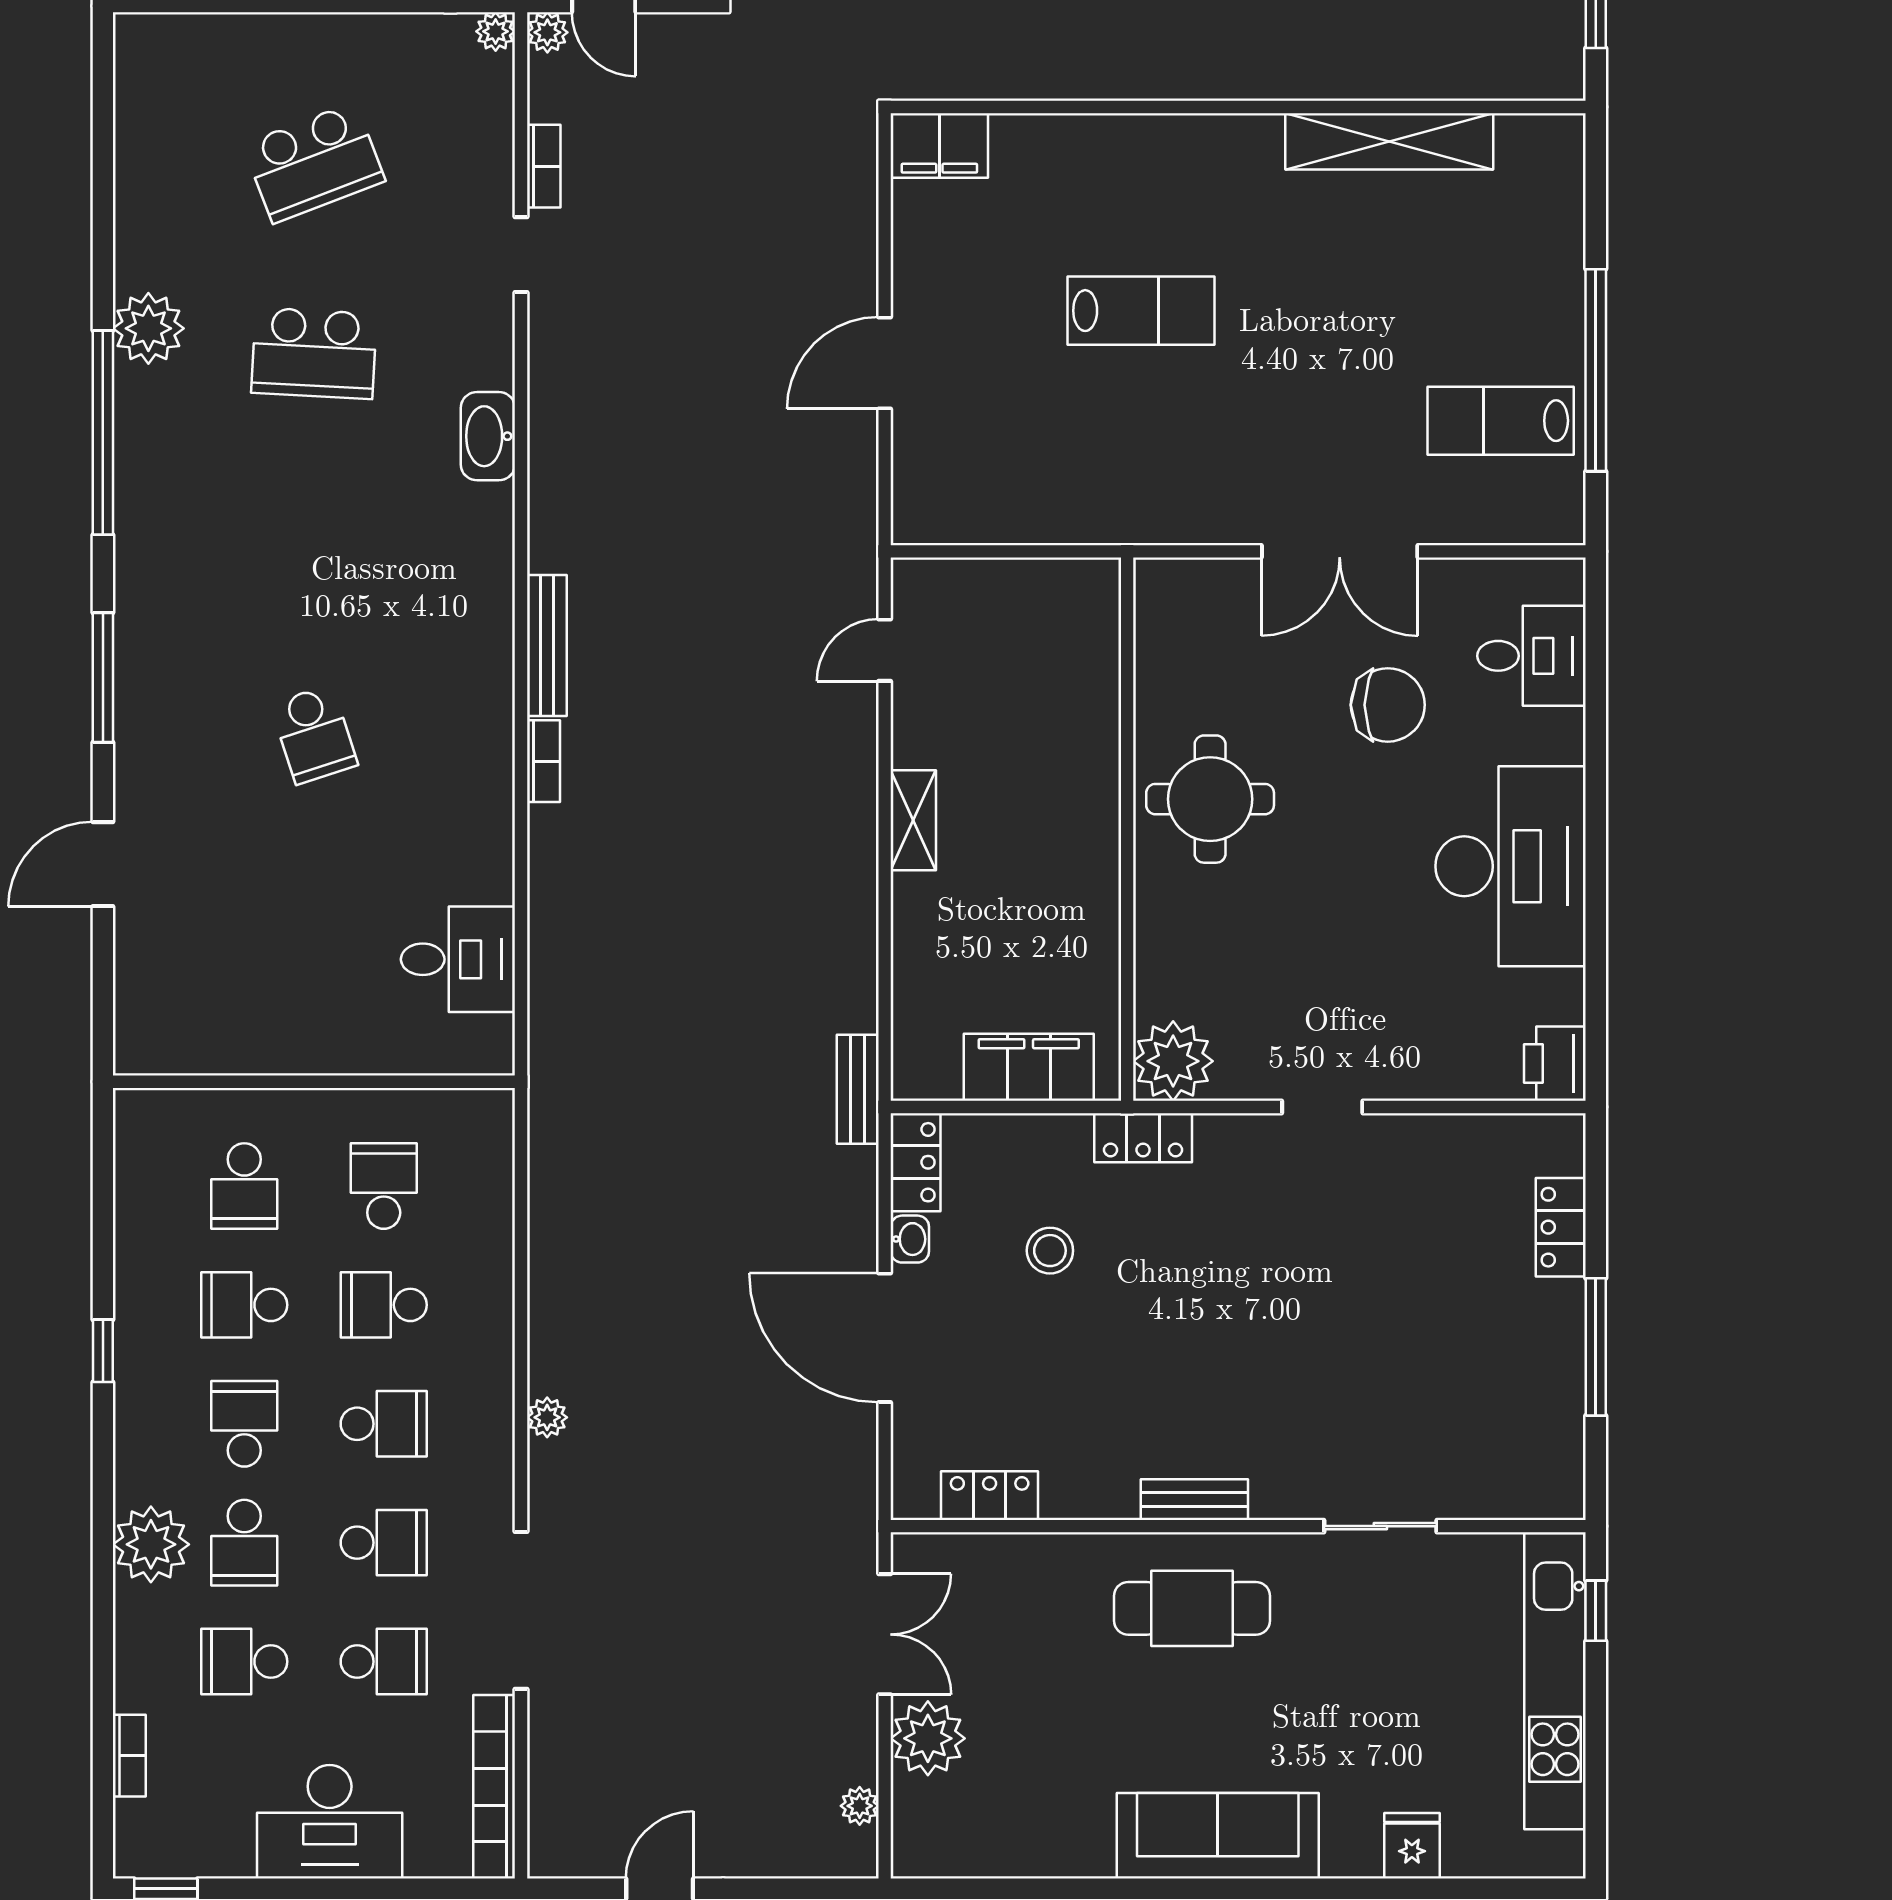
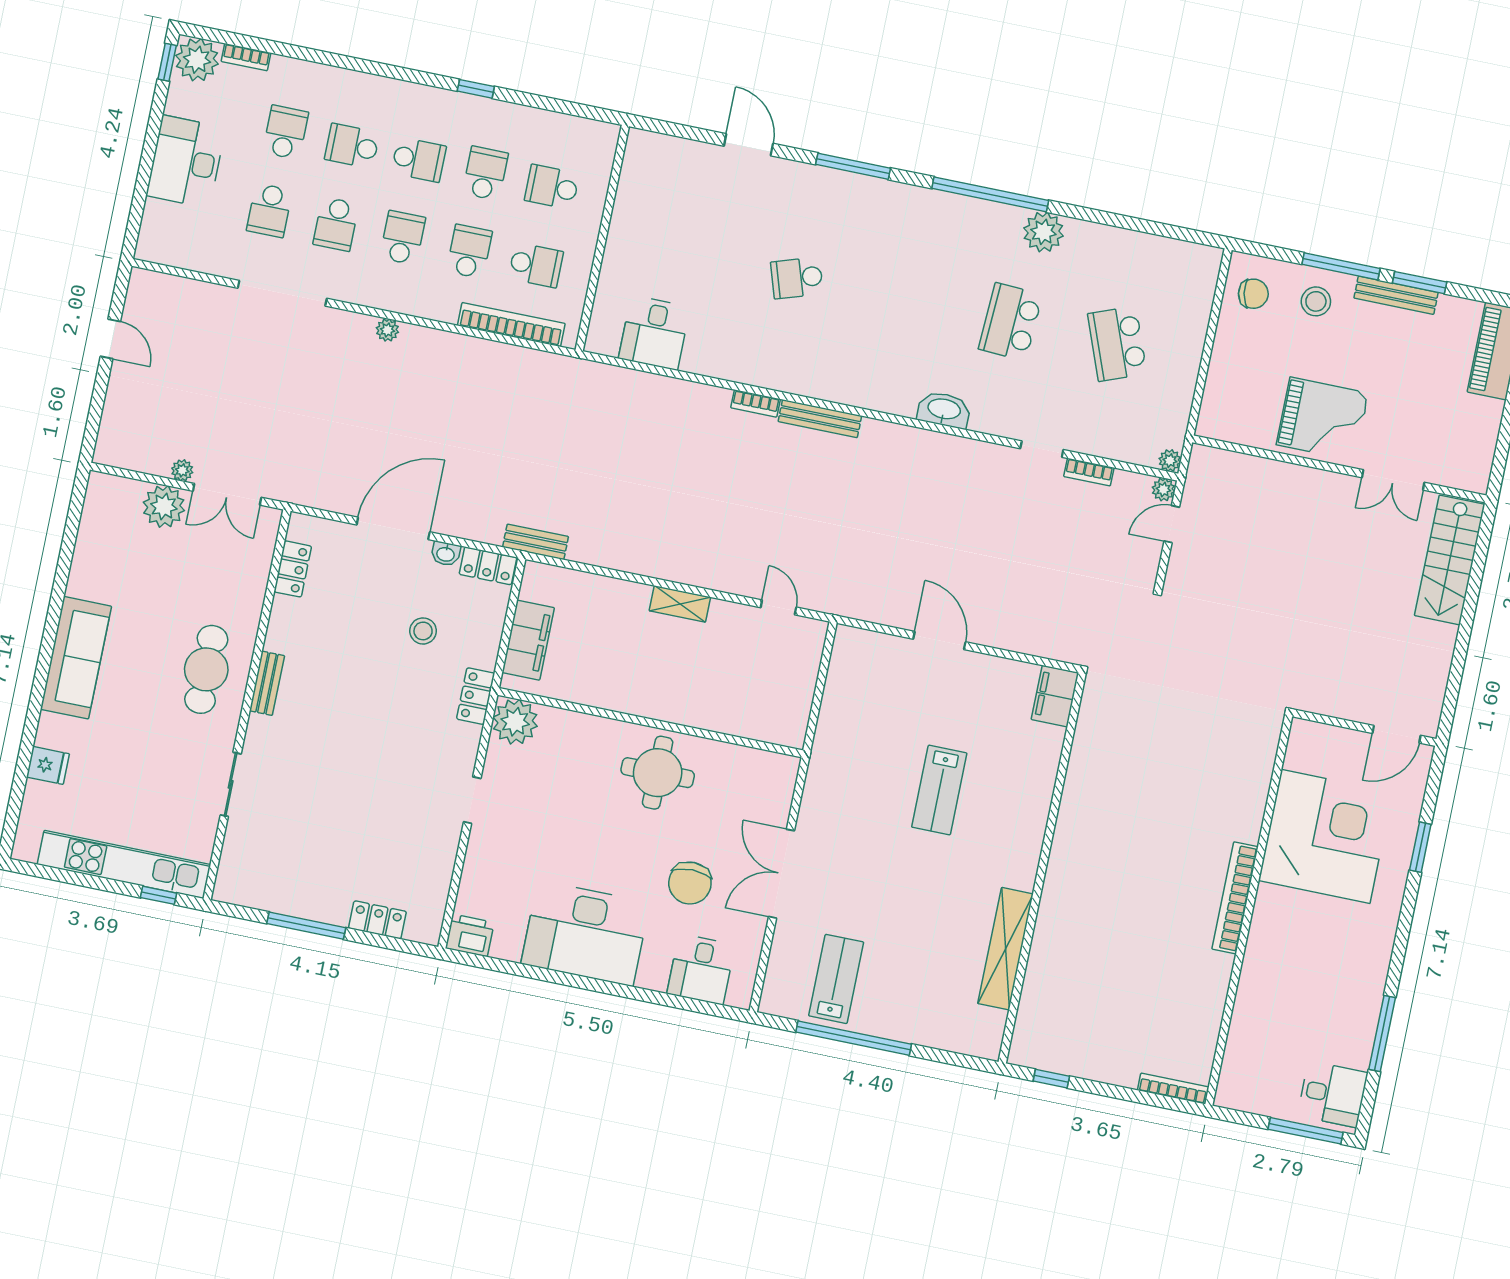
school desk: (384, 1424) -> (403, 238), turned 180
plant: (151, 1544) -> (197, 60), moved
bookcase: (494, 1787) -> (511, 325), moved
plant: (860, 1806) -> (182, 470), moved

